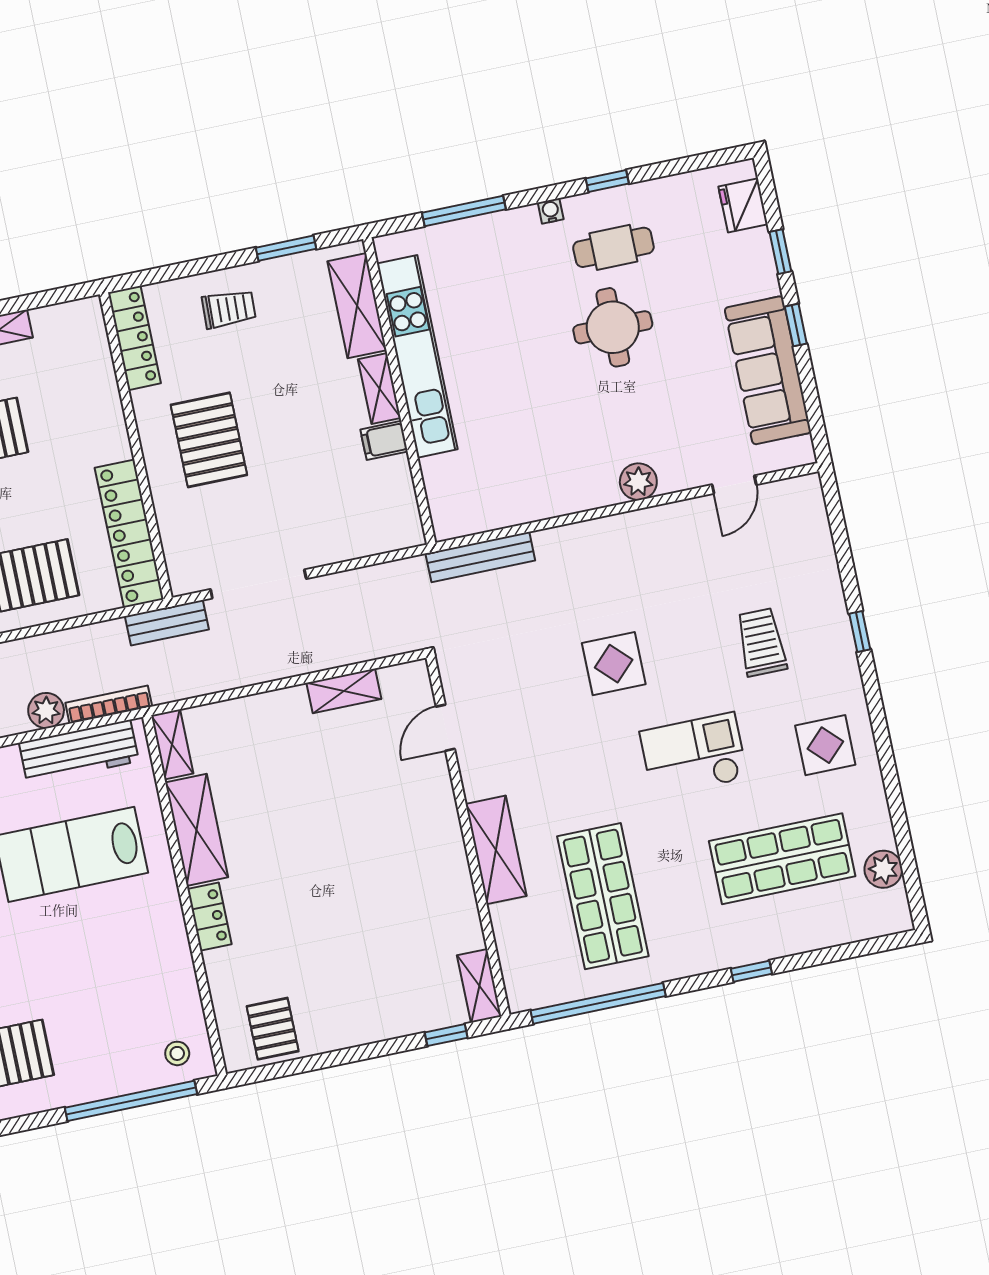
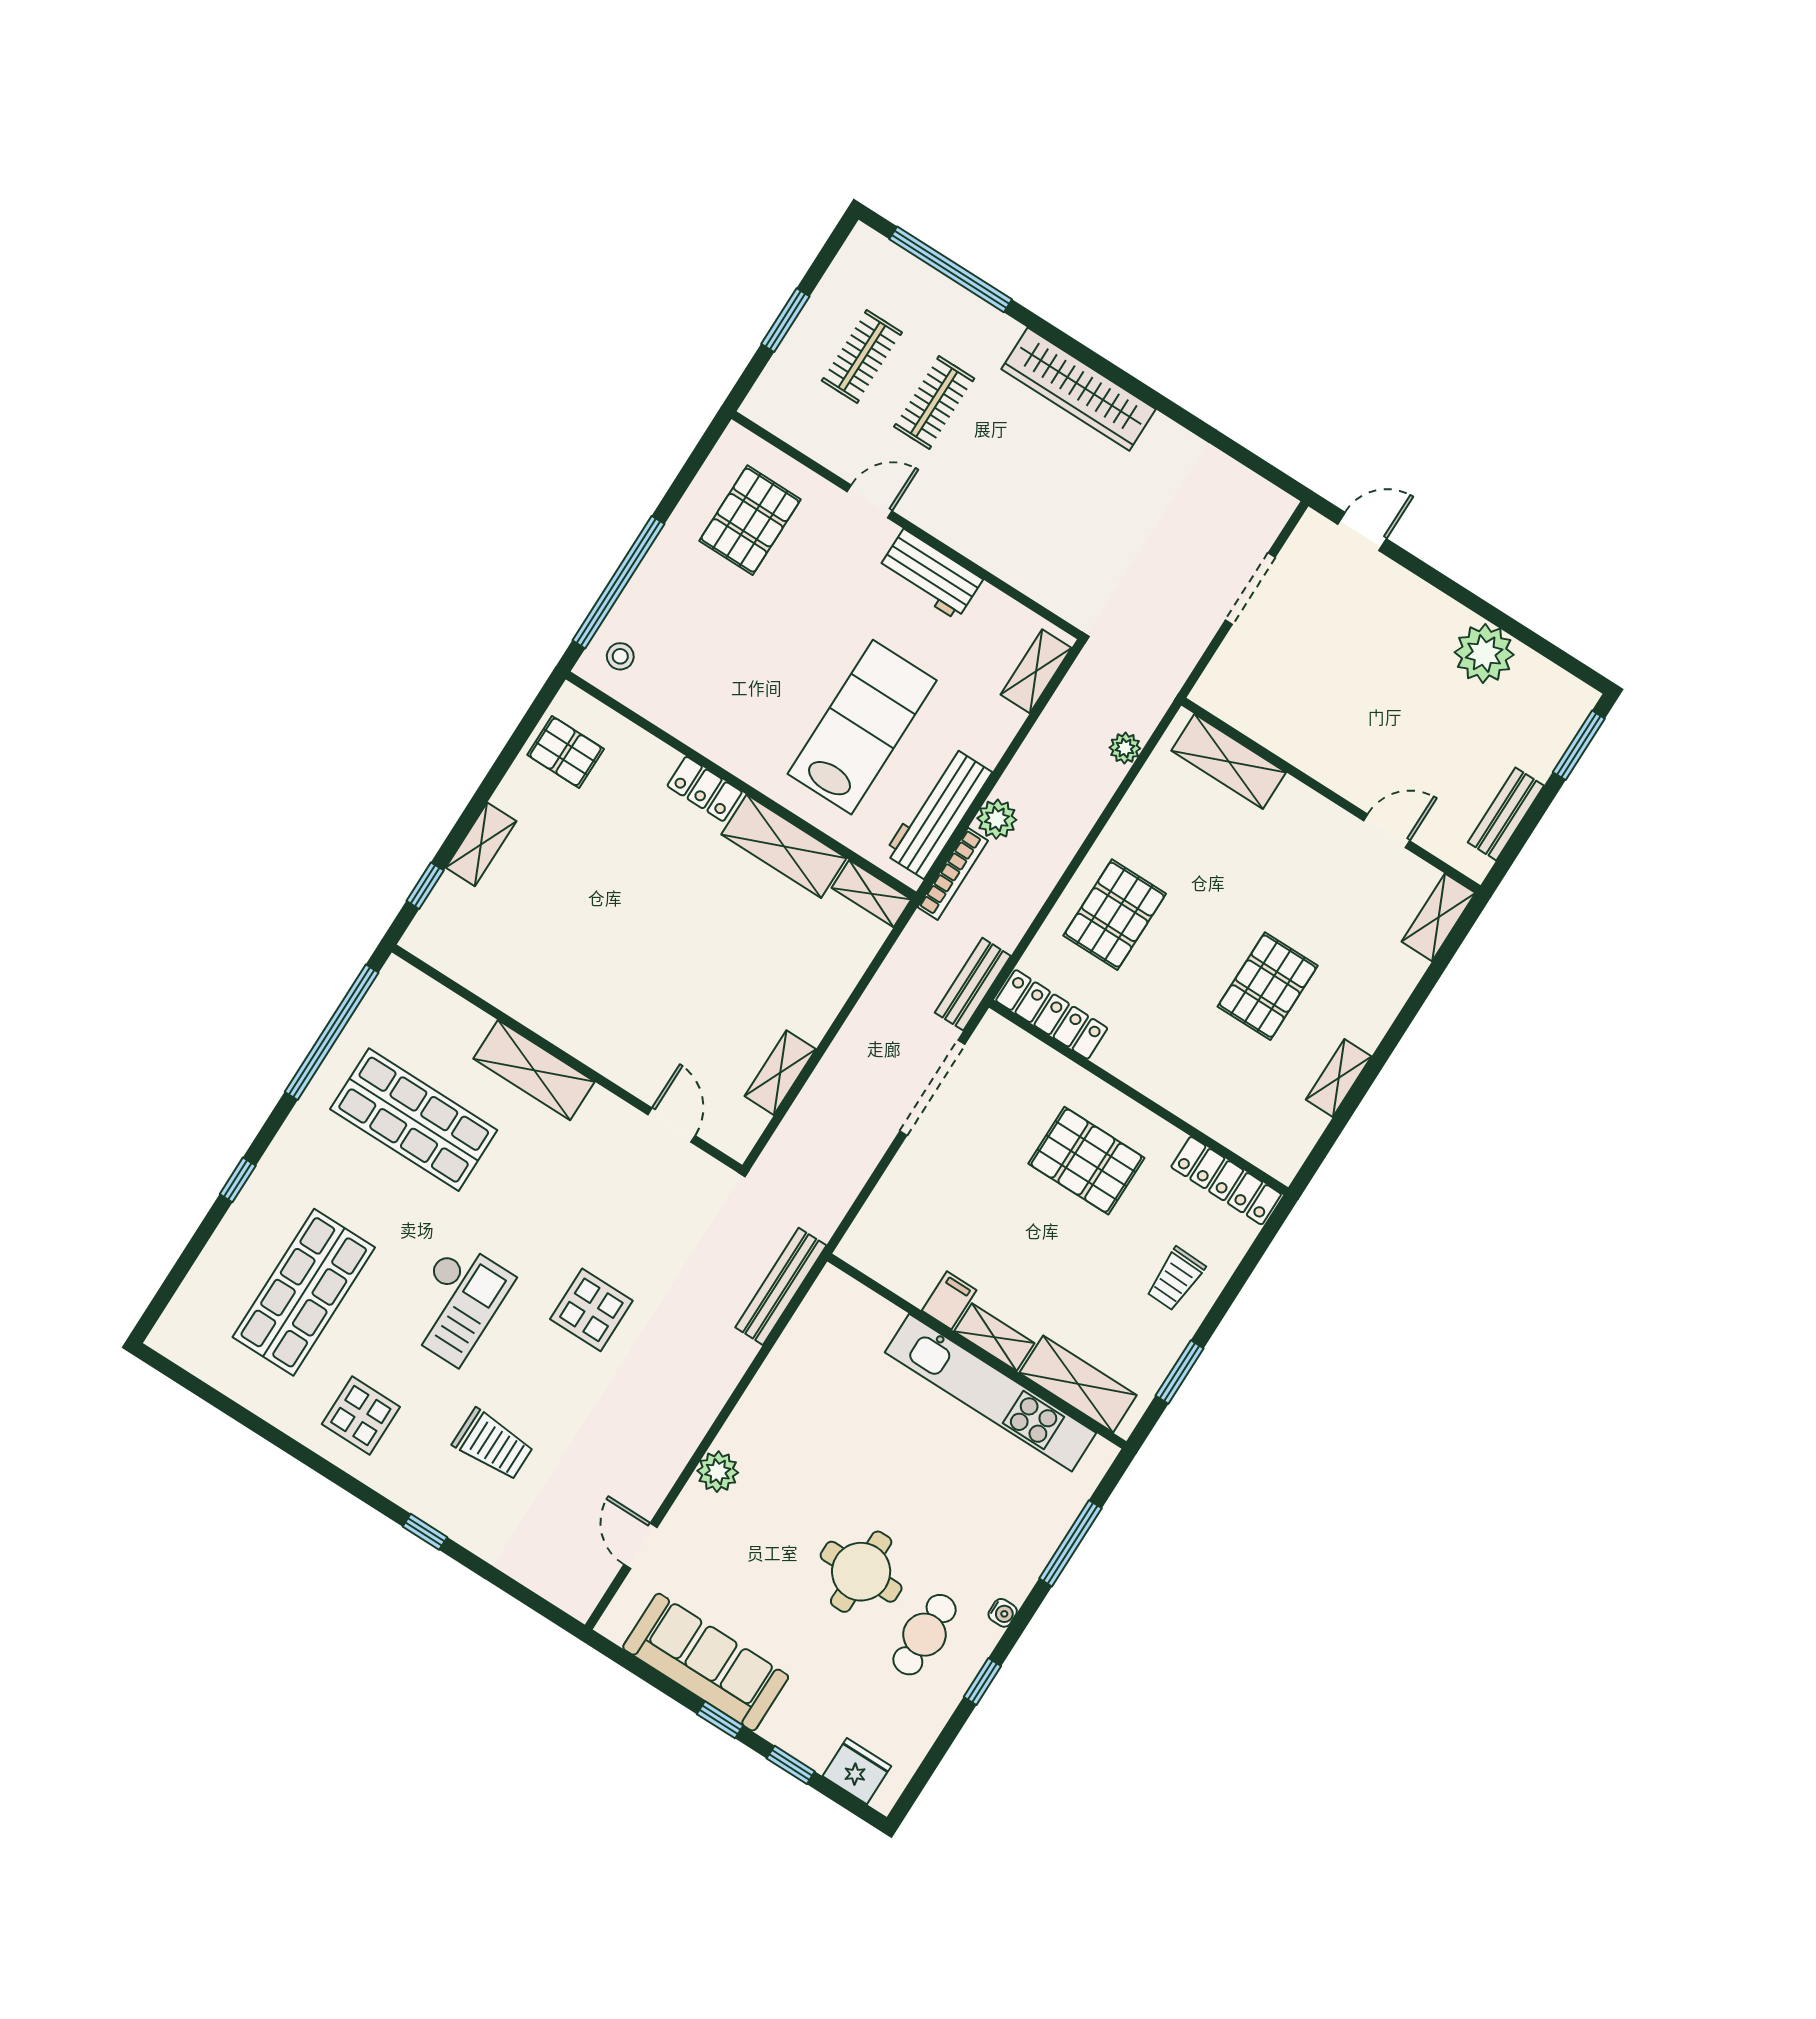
locker: (129, 534) -> (1052, 1014), width x0.71, depth x0.83
plant: (883, 869) -> (216, 1365), removed
shelving: (479, 986) -> (481, 844), moved, turned 90

